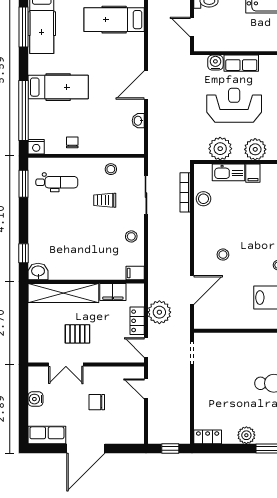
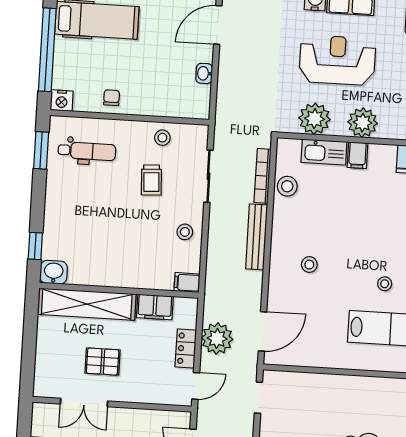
trolley: (105, 200) -> (151, 180), turned -93
bench: (184, 237) -> (257, 237), added
door: (192, 290) -> (262, 331), moved
door: (146, 348) -> (196, 386), swing flipped

